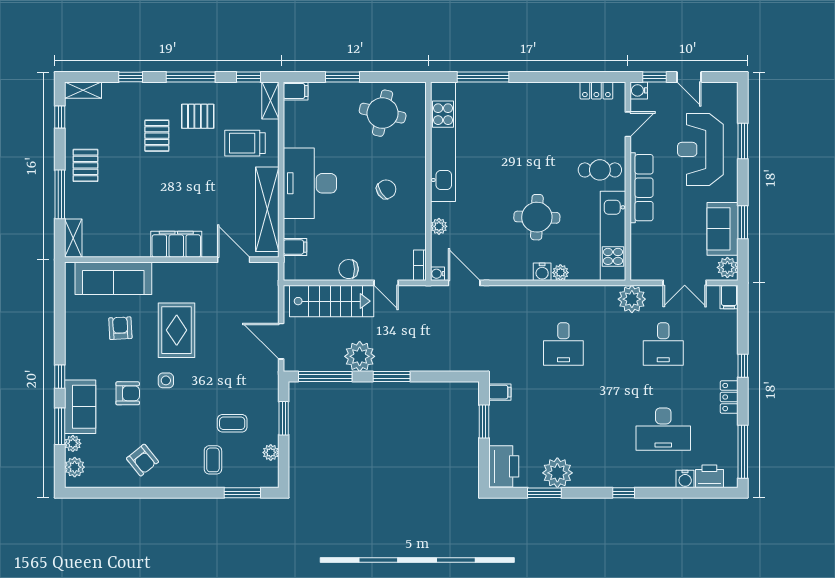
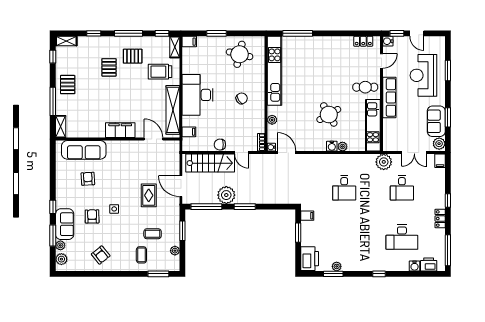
round table: (537, 217) -> (329, 114), turned -32
rug: (177, 330) -> (149, 195), moved, width x0.73, depth x0.70
armchair: (128, 393) -> (92, 216), turned -91
plant: (557, 473) -> (337, 266), width x0.53, depth x0.53

